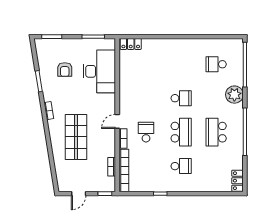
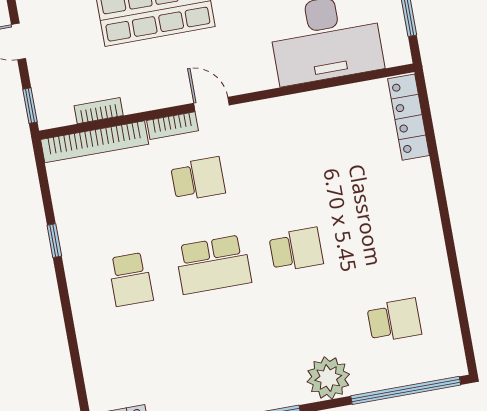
locker: (131, 44) -> (409, 117), width x1.53
school desk: (216, 64) -> (394, 320), turned 90
school desk: (181, 98) -> (296, 250), turned -90
school desk: (216, 132) -> (229, 350), removed

